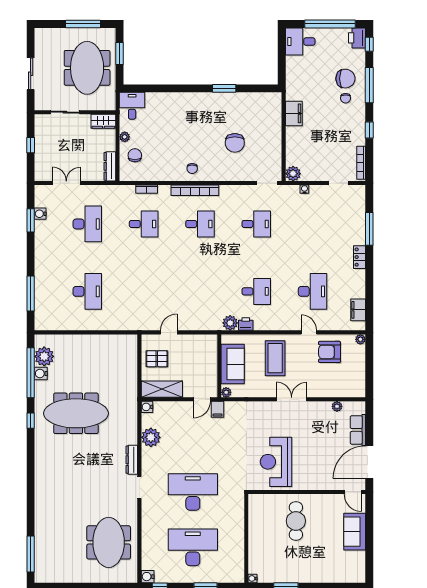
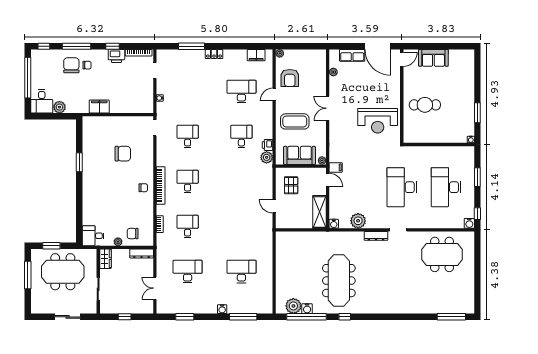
printer: (357, 38) -> (116, 56), moved
plant: (293, 174) -> (59, 107), moved
water cooler: (40, 214) -> (222, 309), moved
pallet: (157, 359) -> (291, 185), moved

